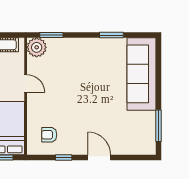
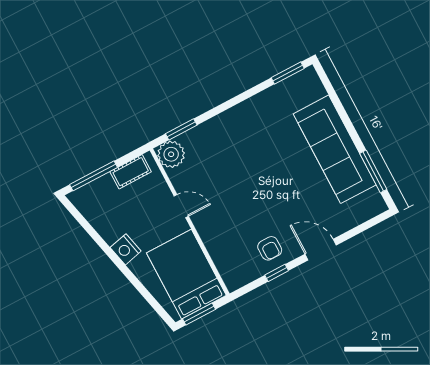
window: (111, 35) -> (288, 73), moved
sofa: (142, 74) -> (335, 149), moved
armchair: (49, 135) -> (270, 248), moved, turned -90

